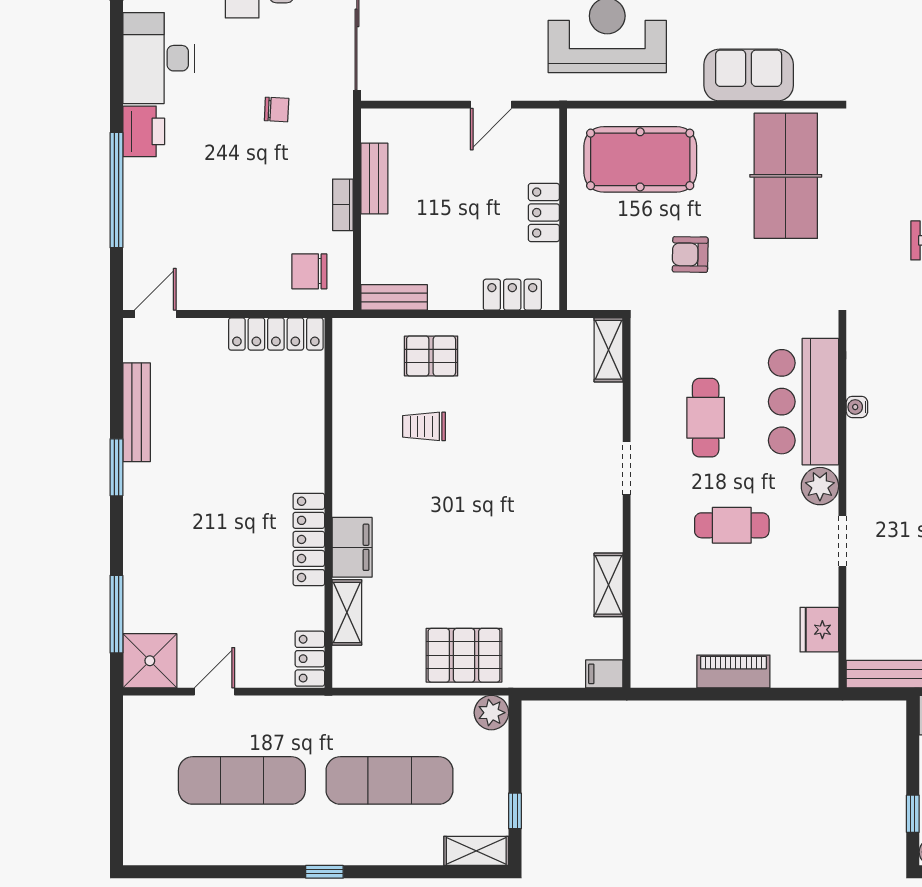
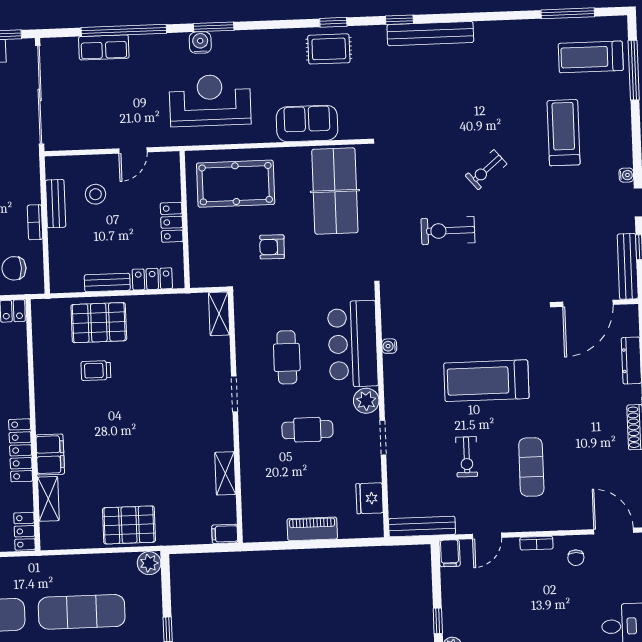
stool: (433, 167) -> (95, 194), added
bench: (394, 297) -> (107, 282), moved
pallet: (431, 356) -> (99, 323), width x1.50, depth x1.42

